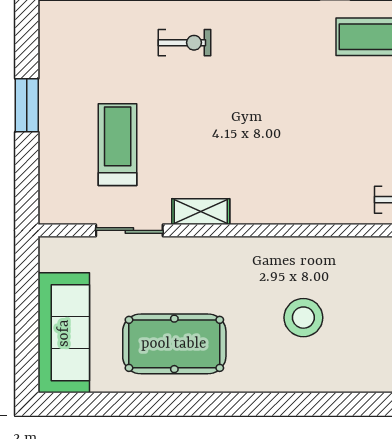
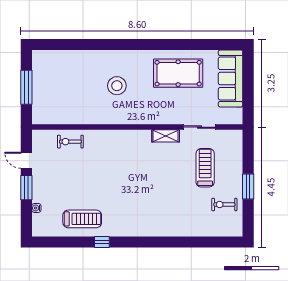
exercise bike: (185, 43) -> (224, 205), moved
treadmill: (118, 145) -> (205, 168), turned 180

